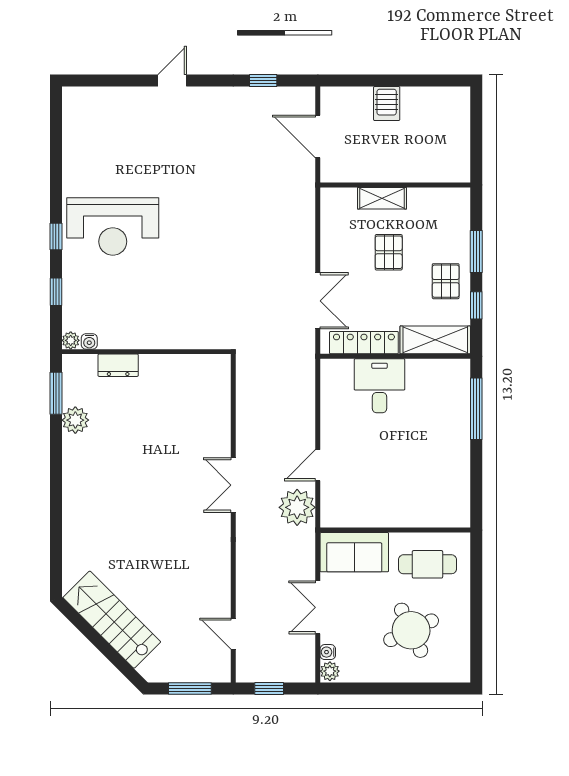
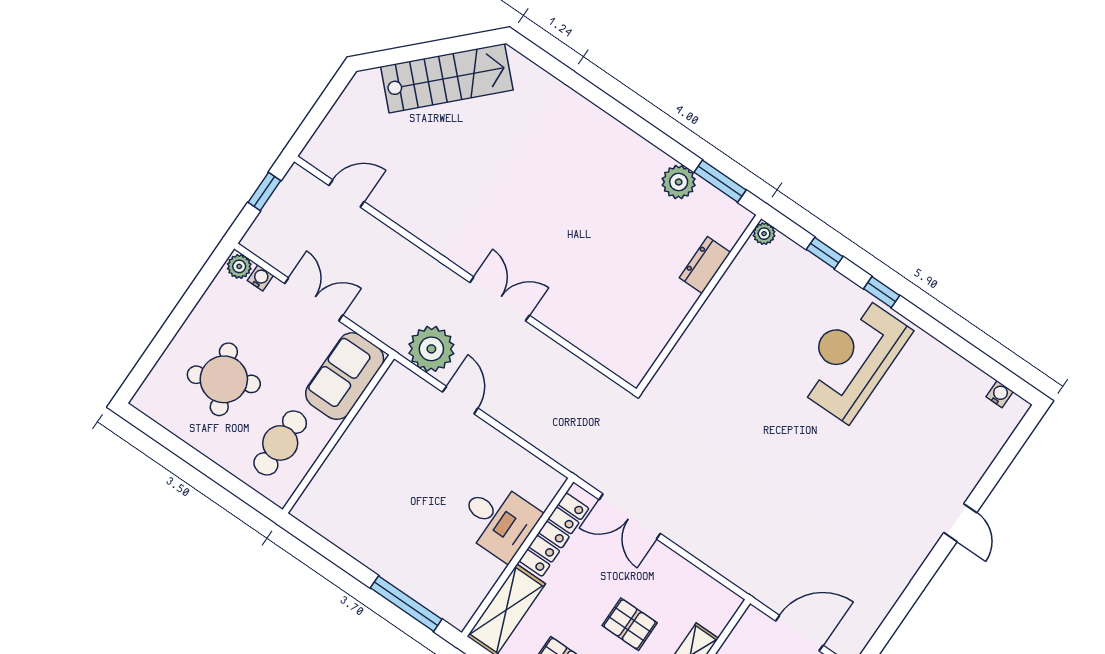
window: (263, 80) -> (896, 616), removed
water cooler: (89, 341) -> (1000, 394), moved, turned 90
window: (190, 689) -> (321, 110), removed

